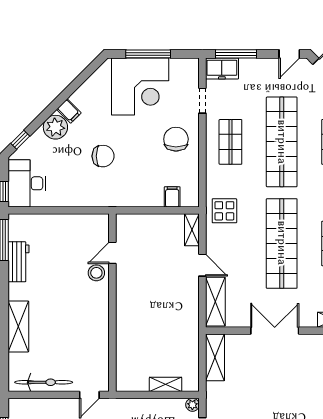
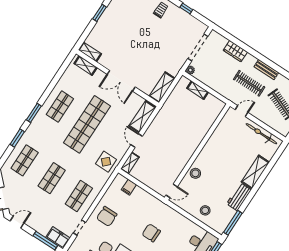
shop shelf: (282, 142) -> (52, 178), width x0.50, depth x0.74
stool: (51, 232) -> (205, 210), added
door: (112, 253) -> (172, 191), moved
workbench: (19, 262) -> (239, 197), moved

